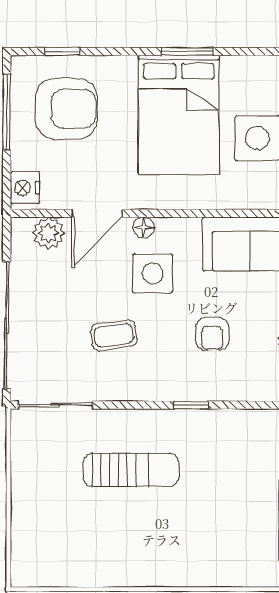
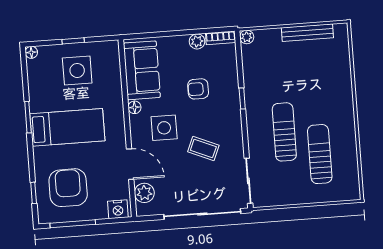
bed: (179, 115) -> (67, 127), width x0.67
floor lamp: (144, 227) -> (134, 107), moved
armchair: (212, 334) -> (198, 89), turned 180
coffee table: (114, 335) -> (203, 149), turned -59
sun lounger: (90, 525) -> (320, 154), added

